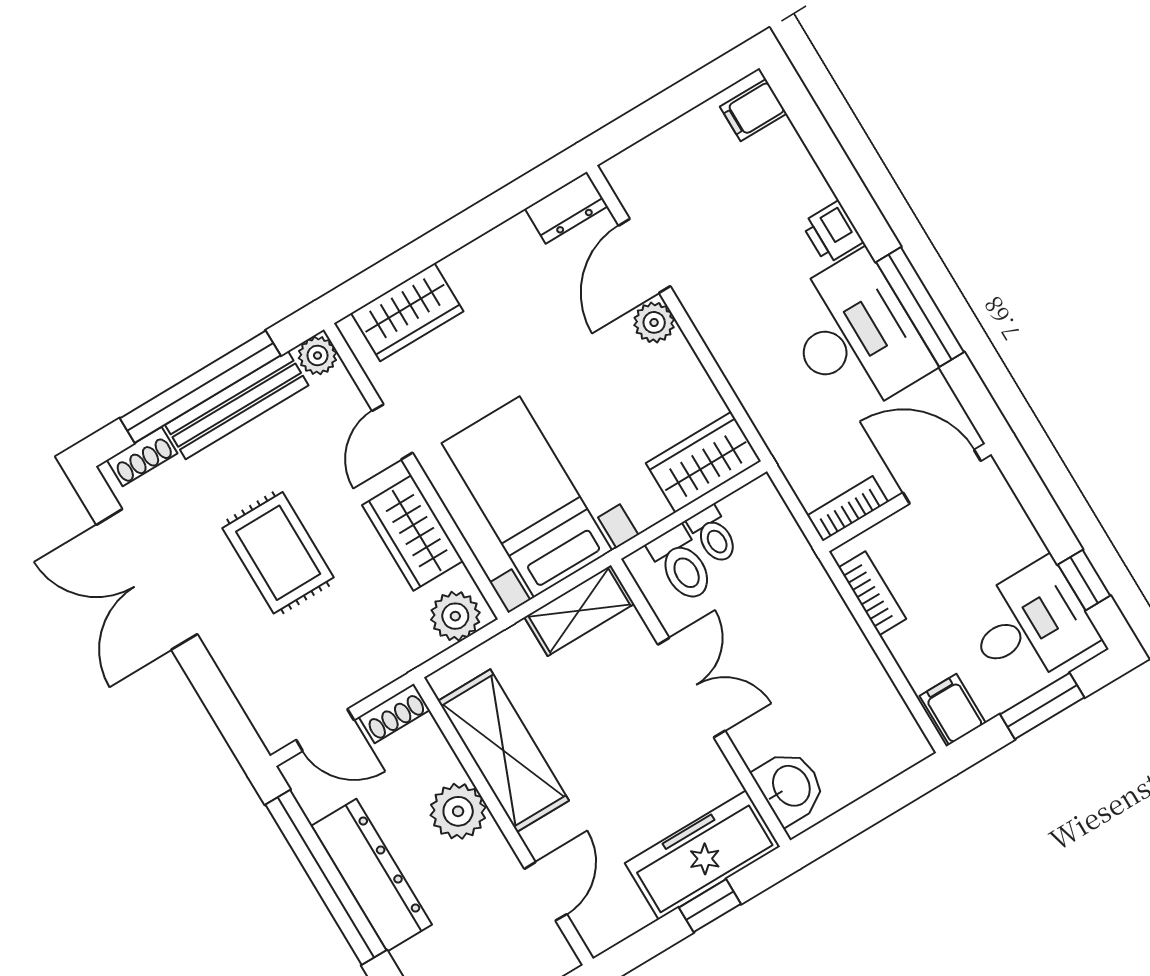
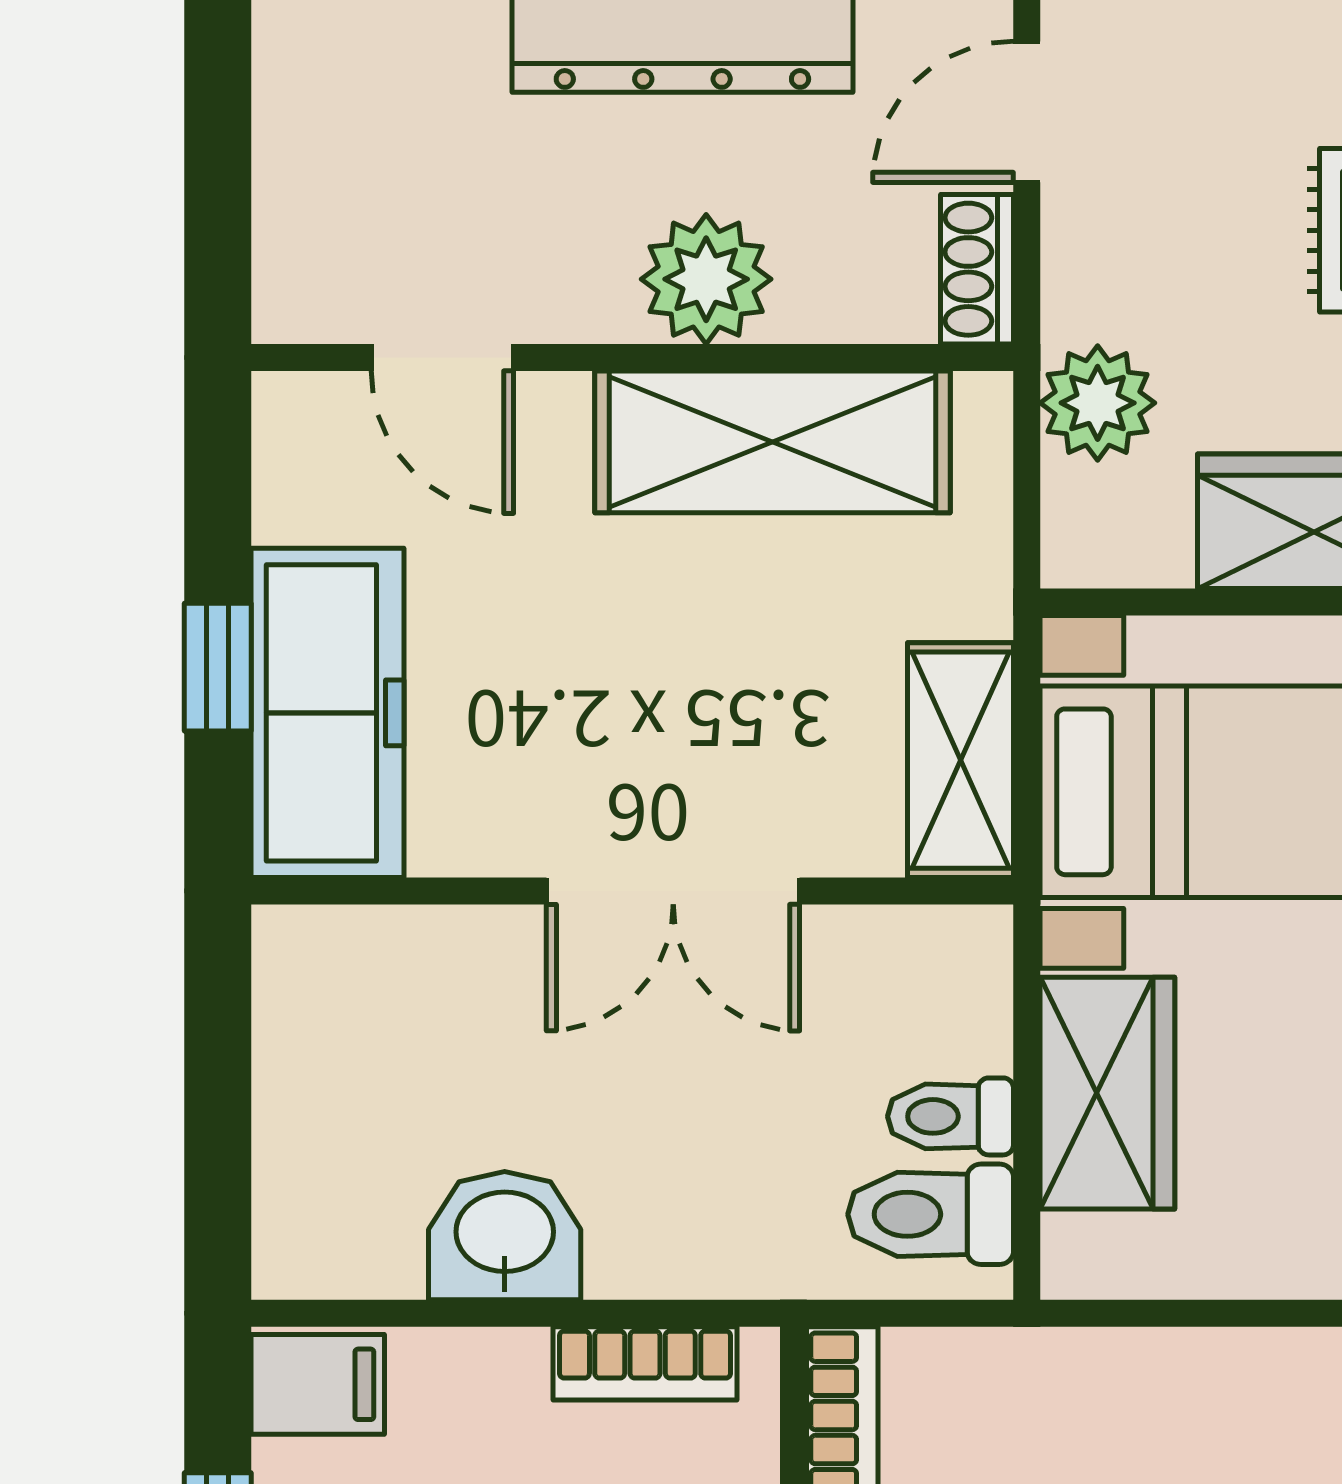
wardrobe: (703, 462) -> (1107, 1093), moved
toilet: (681, 564) -> (931, 1214), moved
plant: (455, 616) -> (1098, 403), moved
washbasin: (790, 787) -> (505, 1236), moved, turned 180

